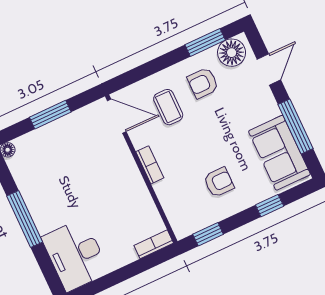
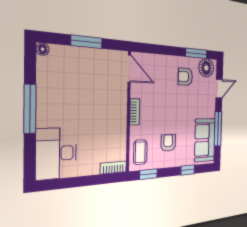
coffee table: (168, 107) -> (140, 152), moved
armchair: (219, 182) -> (168, 143), turned -90

